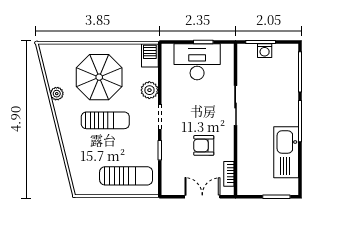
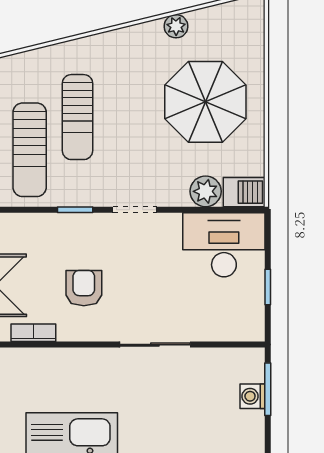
desk: (197, 62) -> (224, 245), moved, turned -90
plant: (149, 90) -> (206, 191), moved
sun lounger: (105, 120) -> (77, 117), moved

